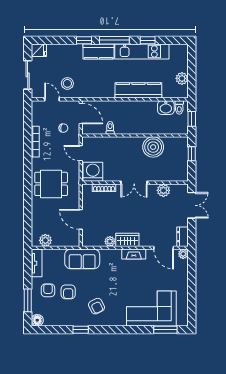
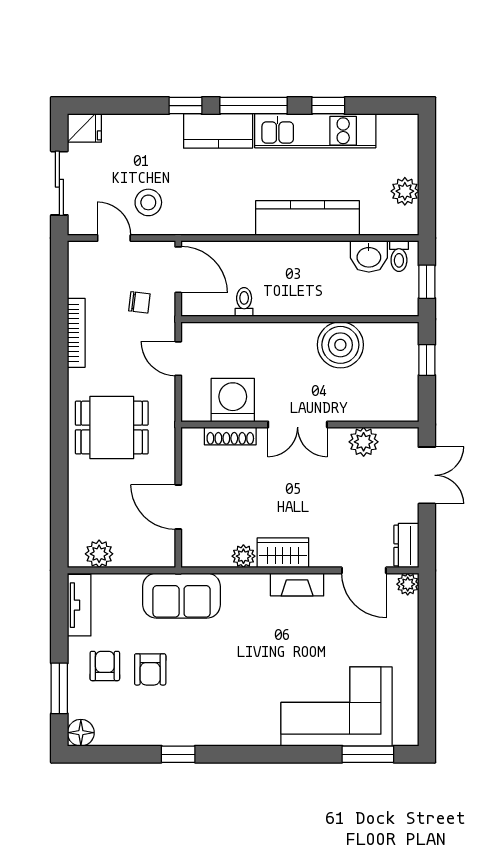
washing machine: (93, 172) -> (233, 400), moved
armchair: (96, 306) -> (213, 701), removed

